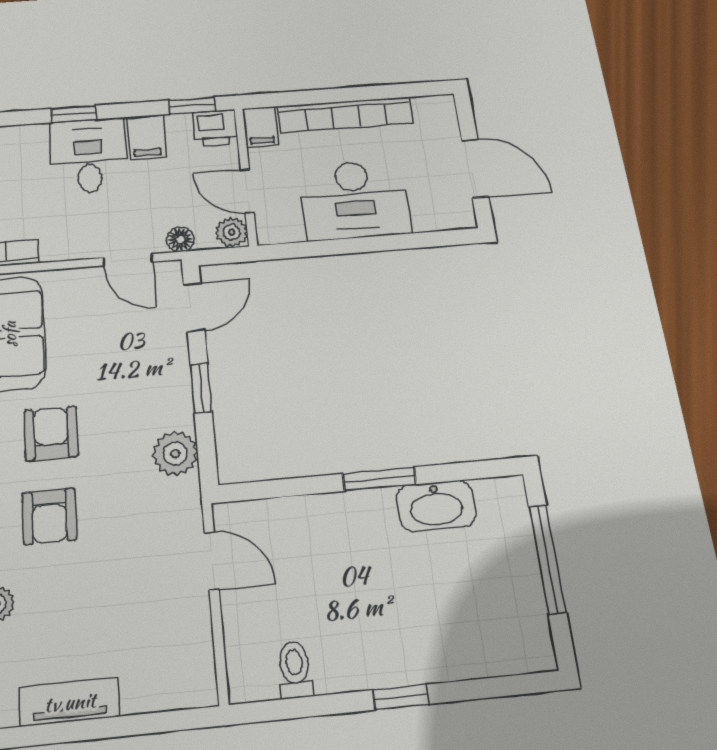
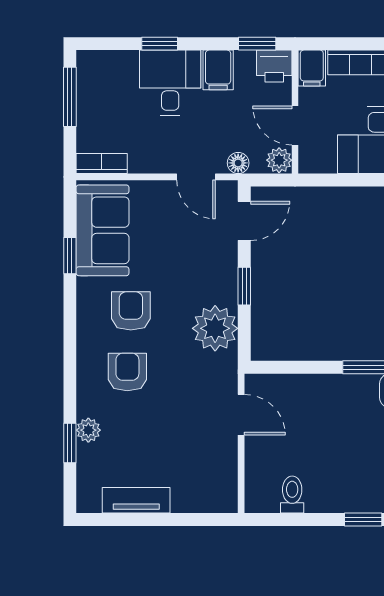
plant: (175, 454) -> (215, 328), width x1.36, depth x1.36
armchair: (49, 516) -> (127, 372), turned 180

